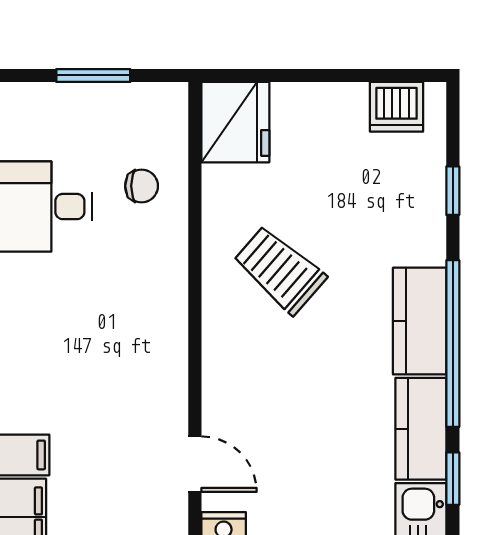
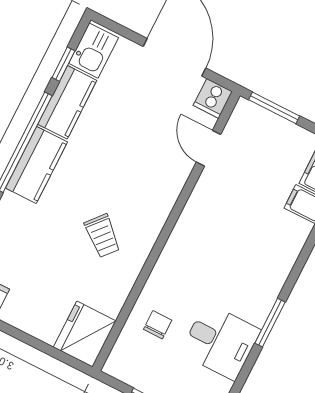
chair: (142, 186) -> (158, 325), turned 90
trolley: (280, 270) -> (102, 236), width x0.73, depth x0.72

